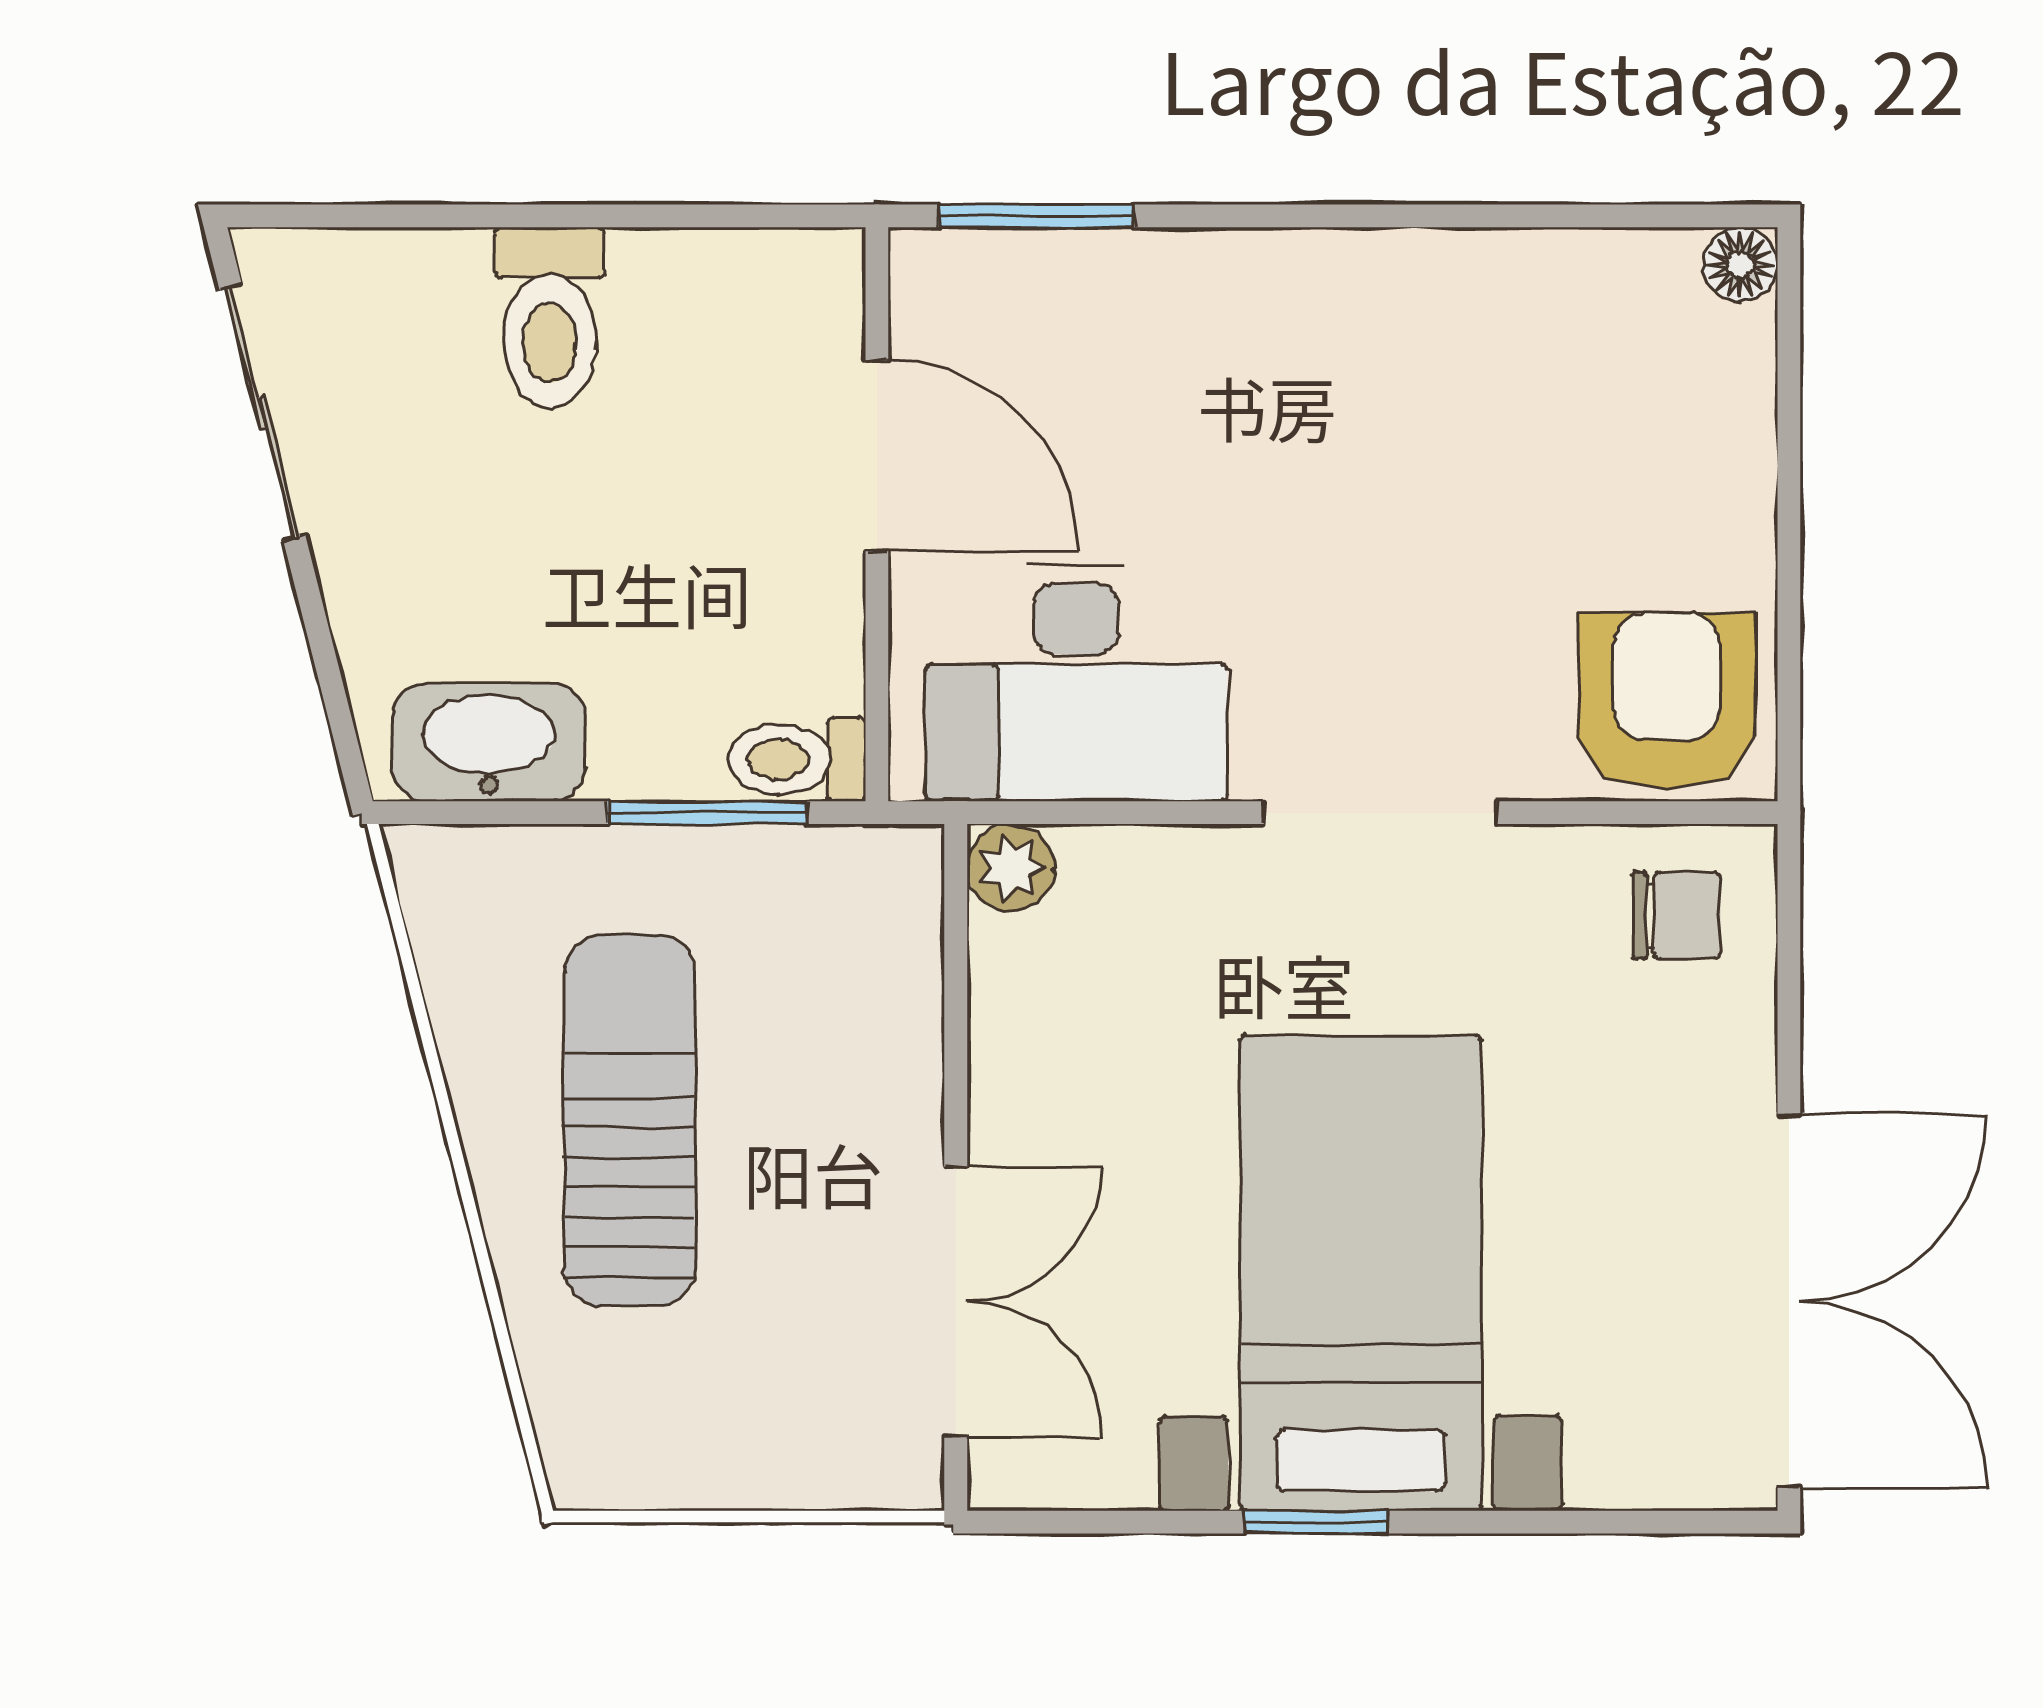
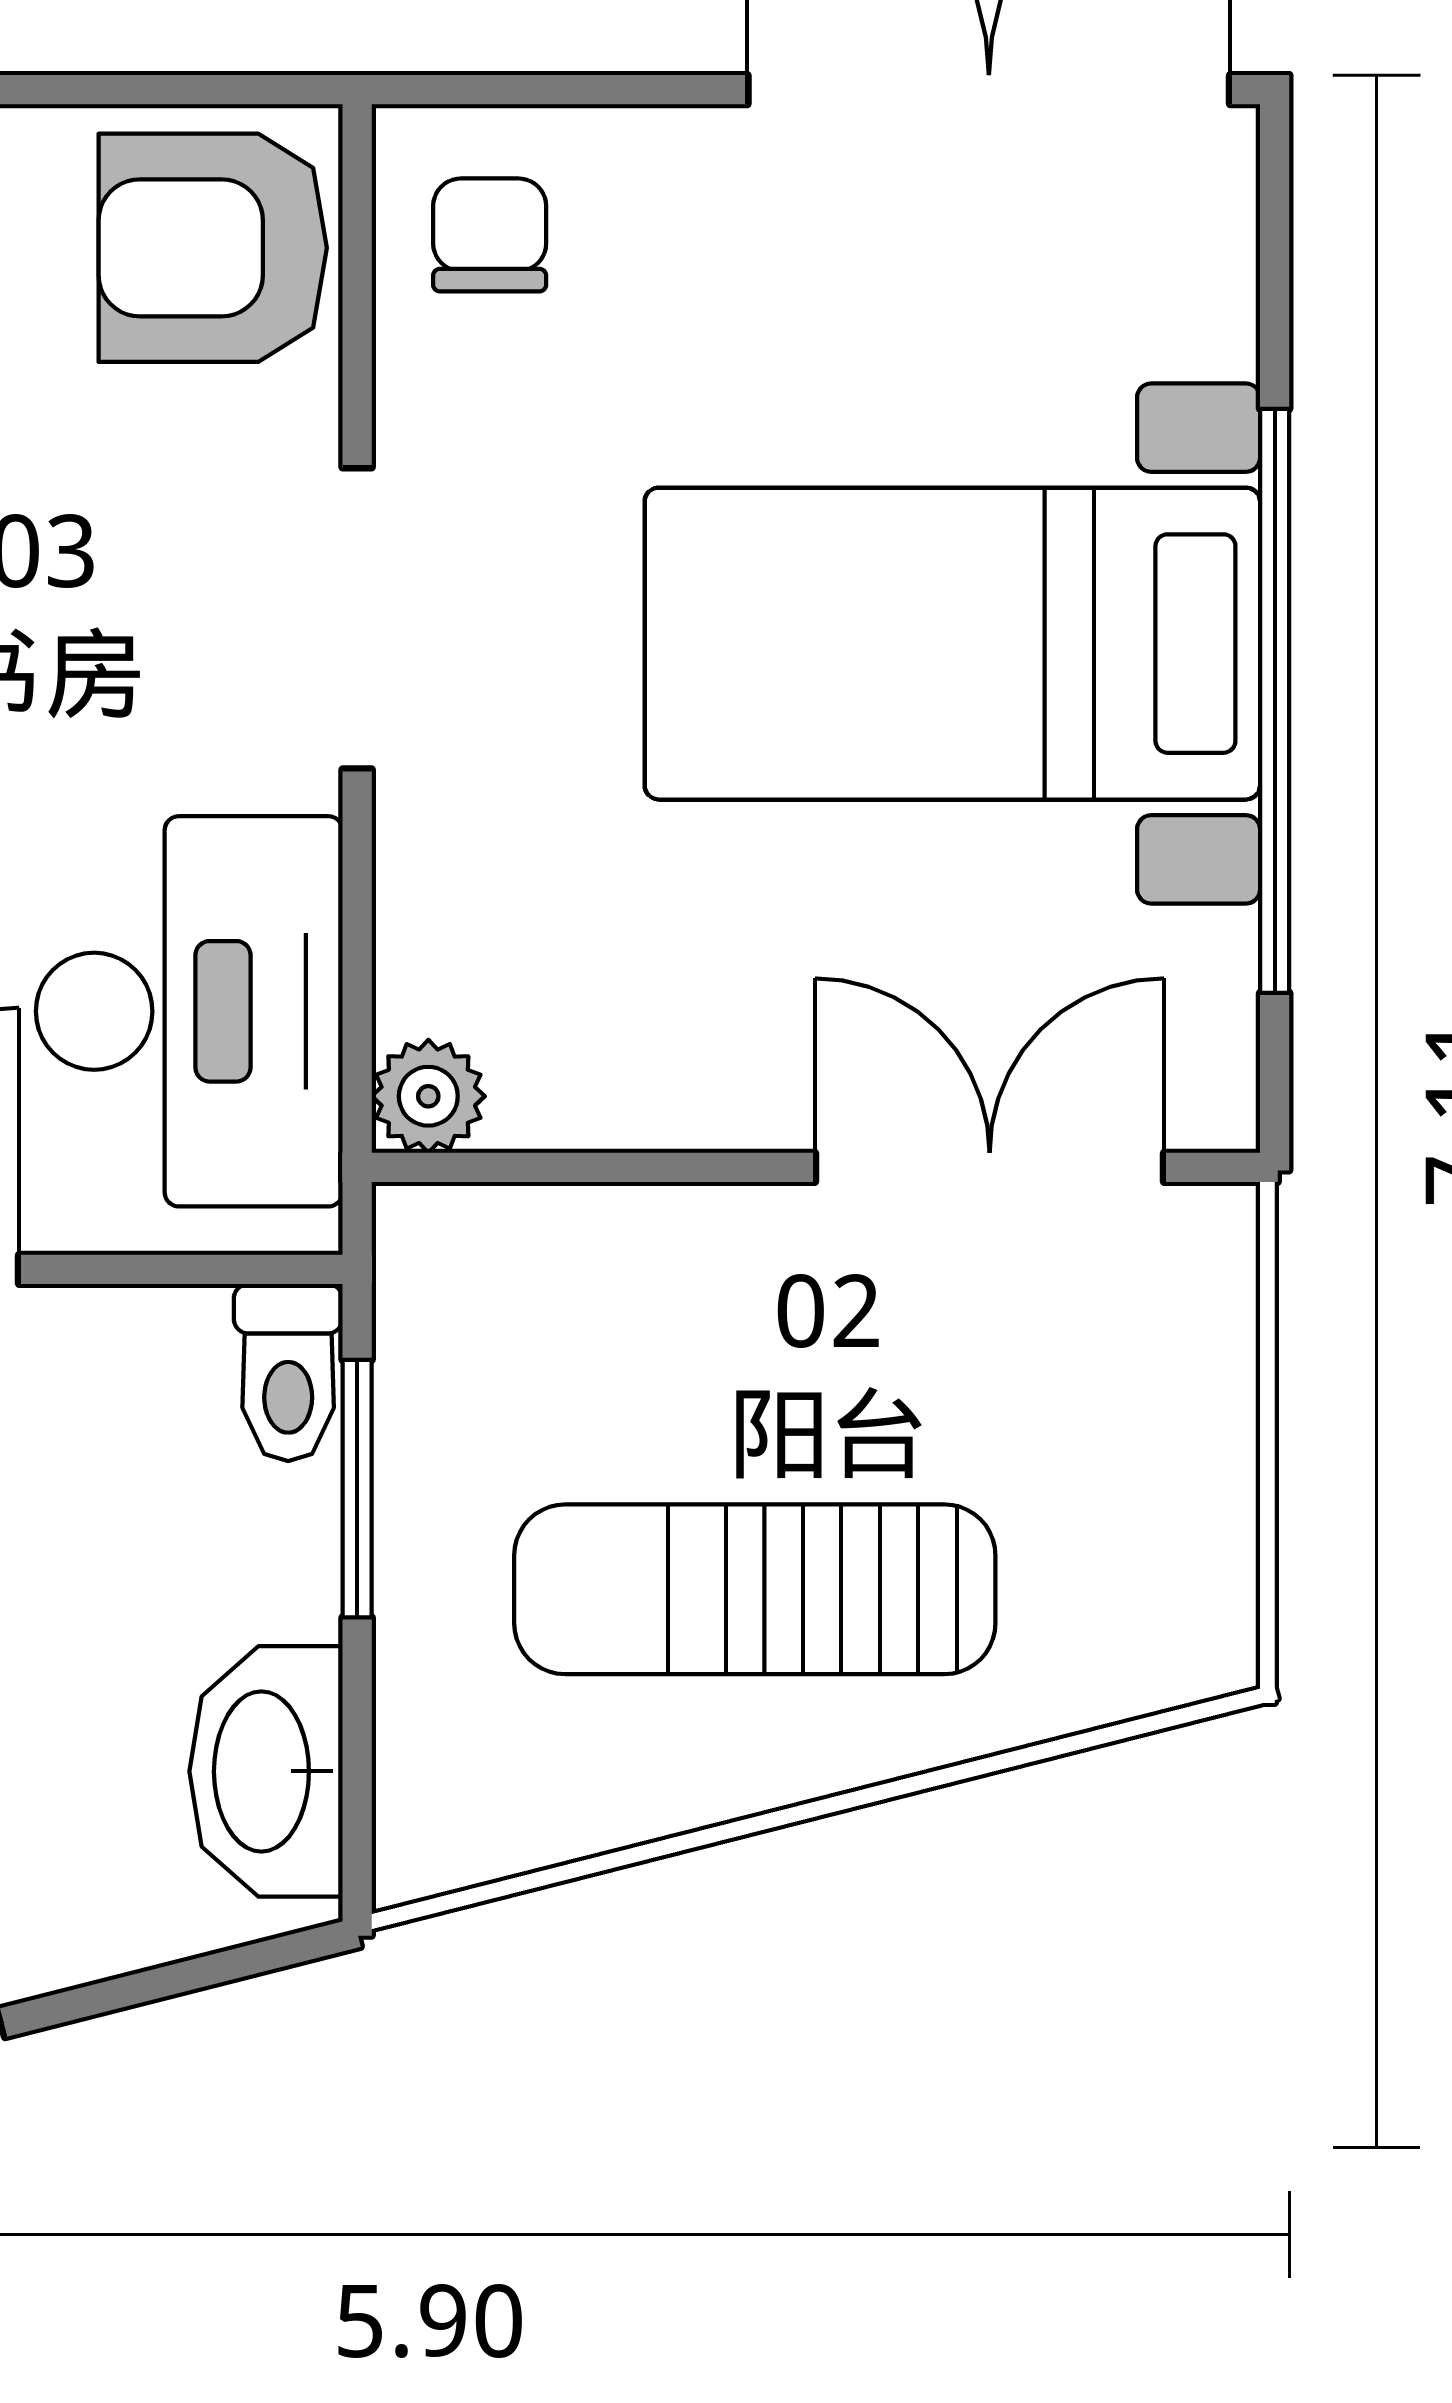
window: (1316, 1522) -> (1275, 701), width x3.17

